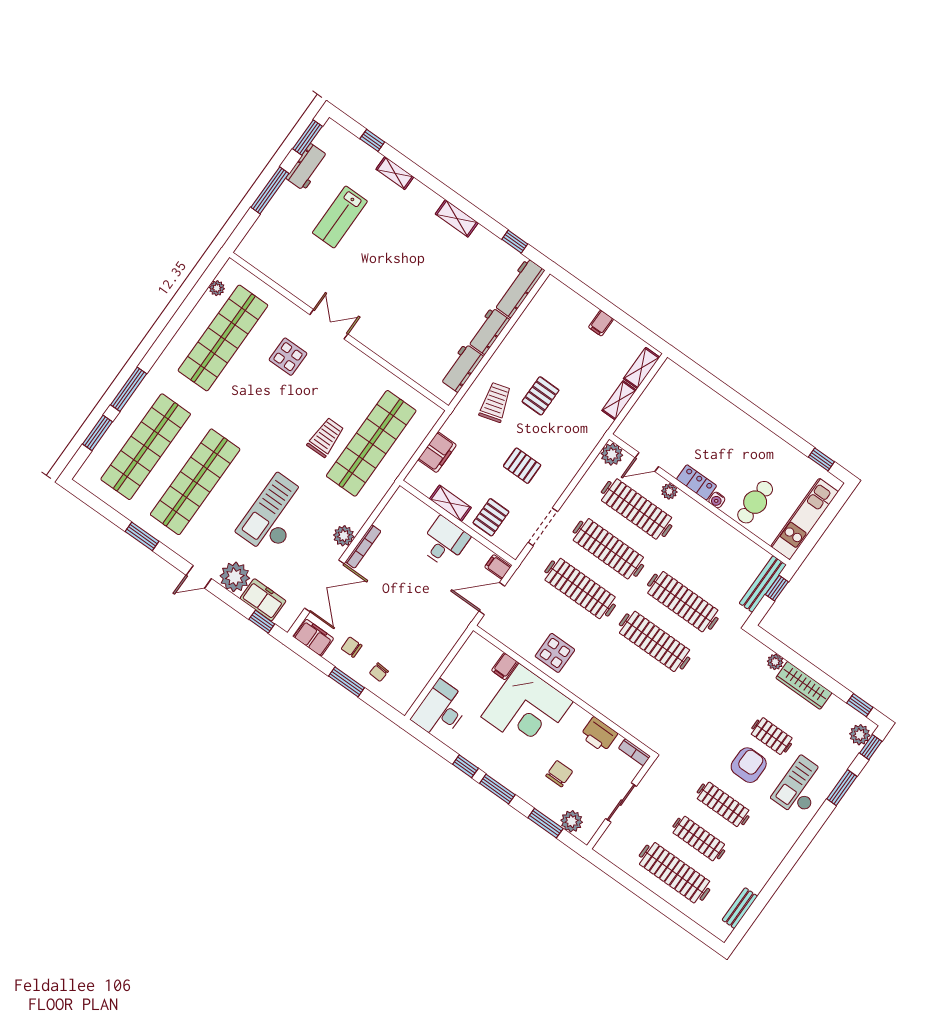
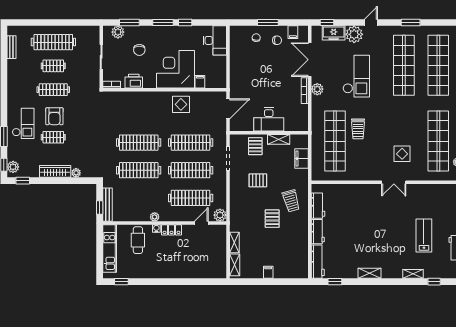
plant: (669, 491) -> (155, 217), moved
desk: (444, 542) -> (269, 119), width x1.37
filing cabinet: (498, 567) -> (236, 125), removed
filing cabinet: (314, 638) -> (293, 32), width x0.50
clothes rail: (699, 839) -> (53, 66), width x0.73

